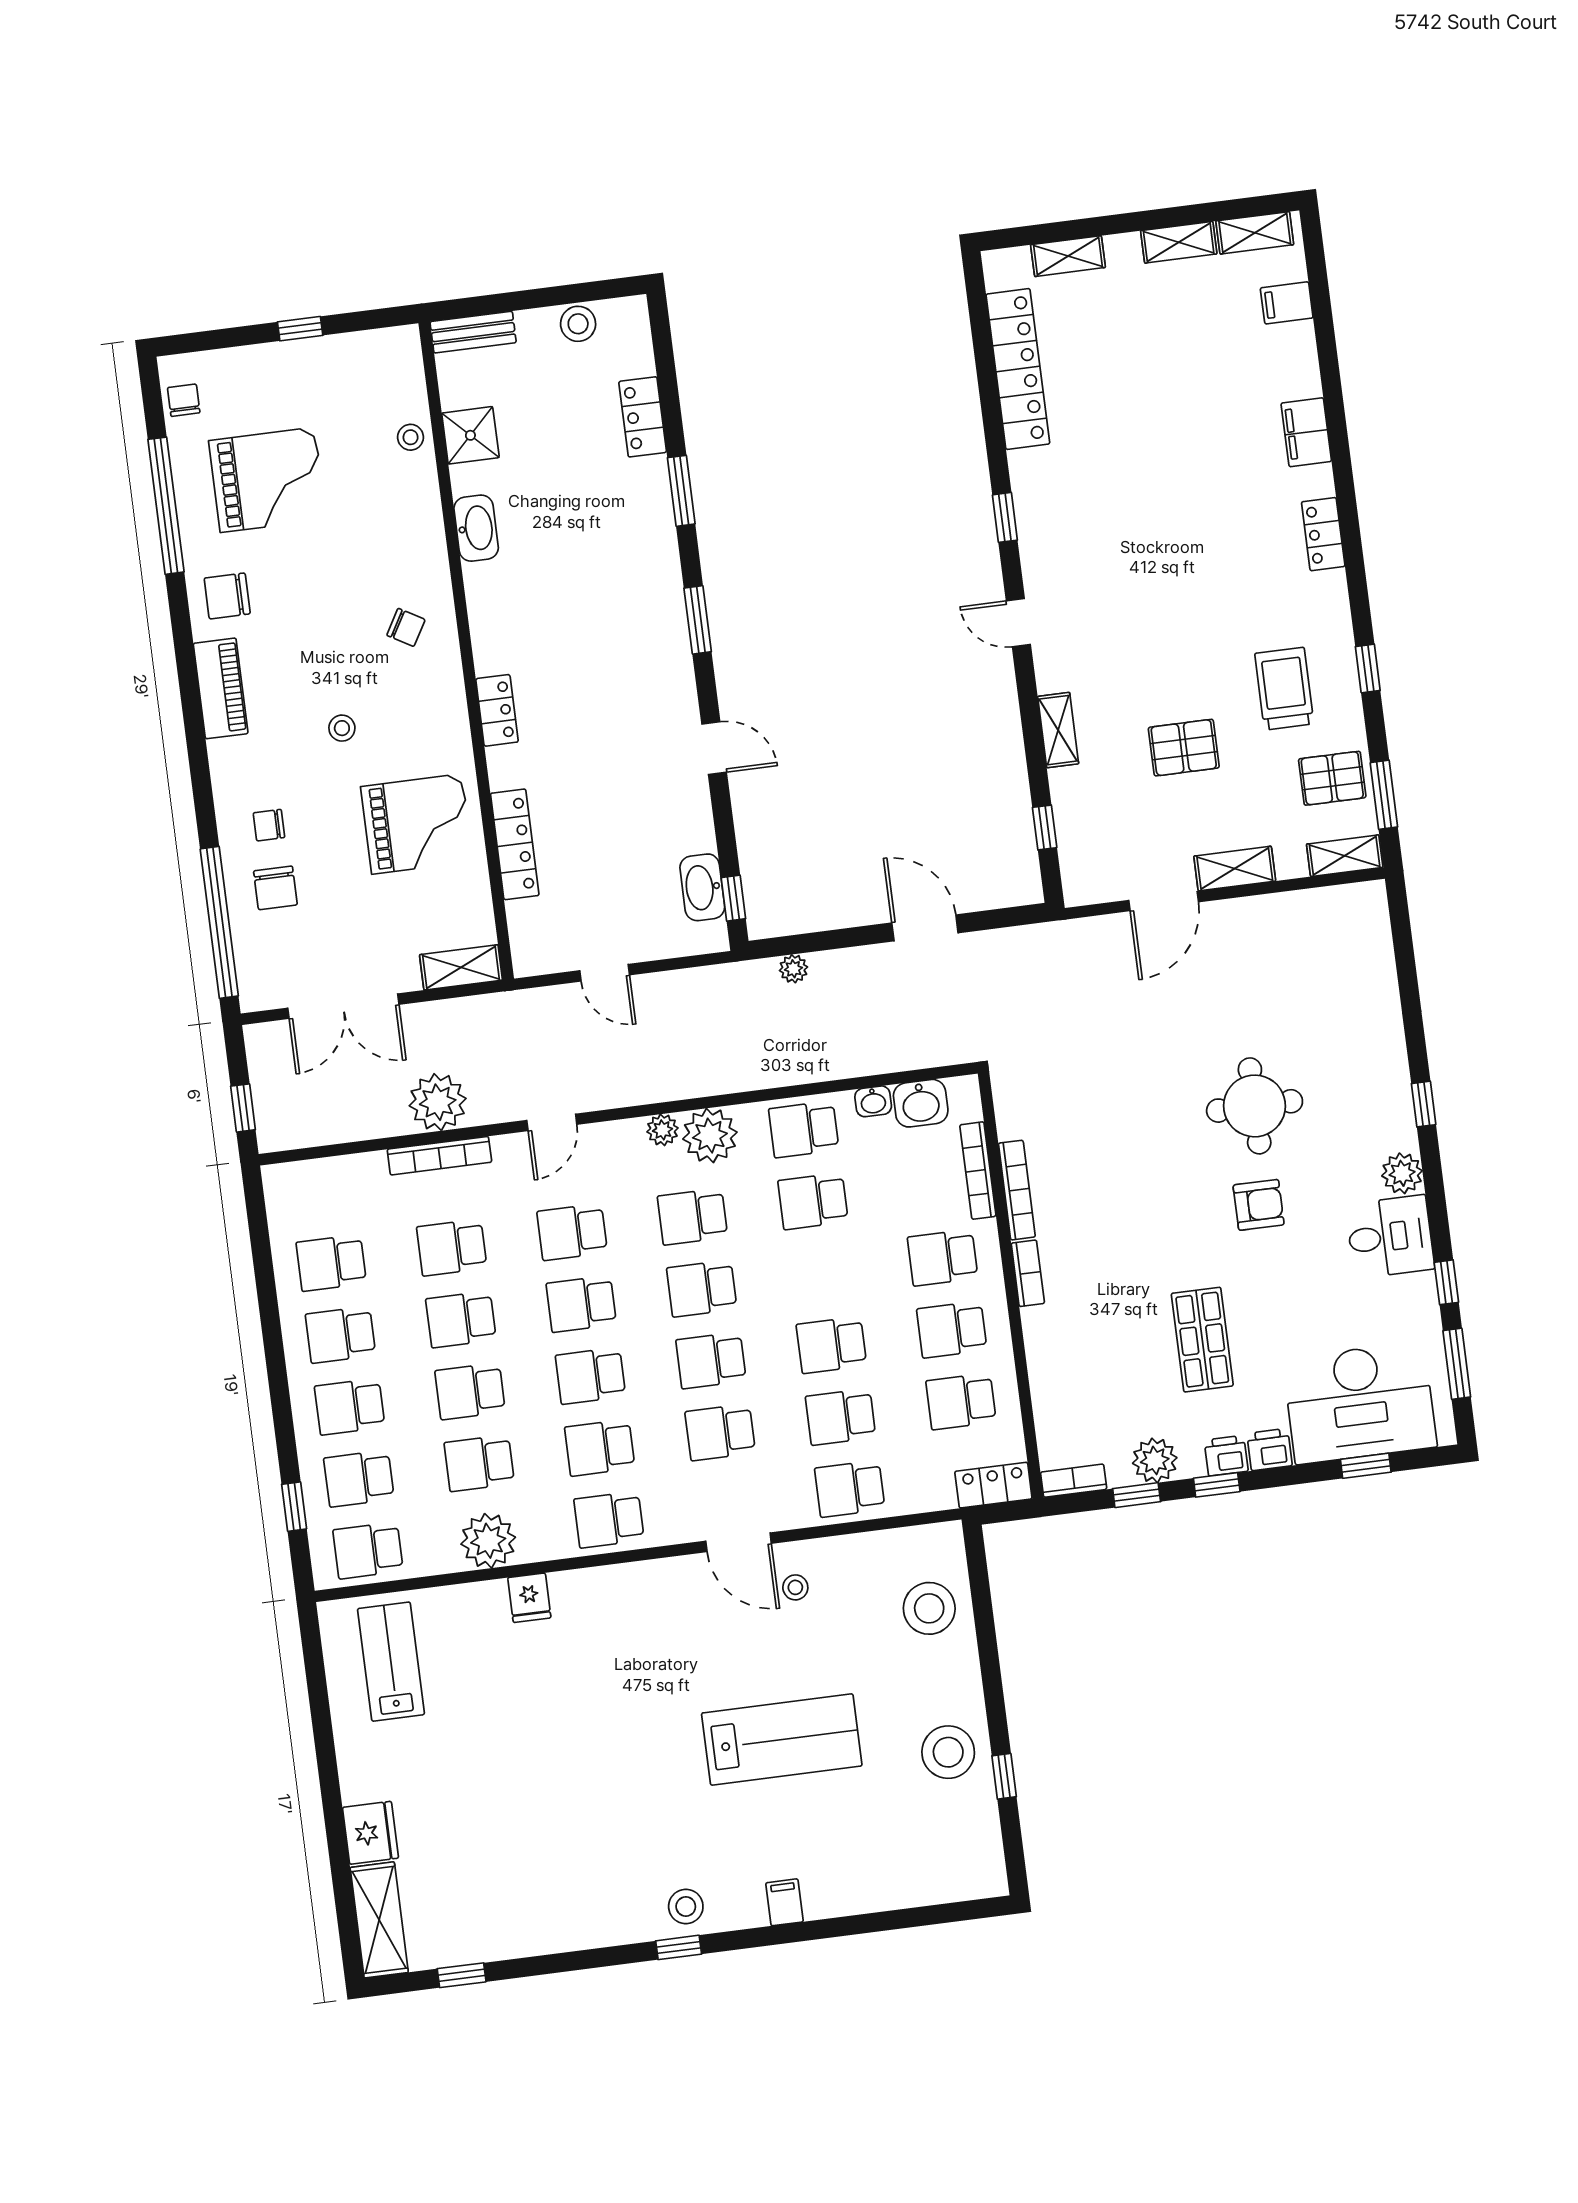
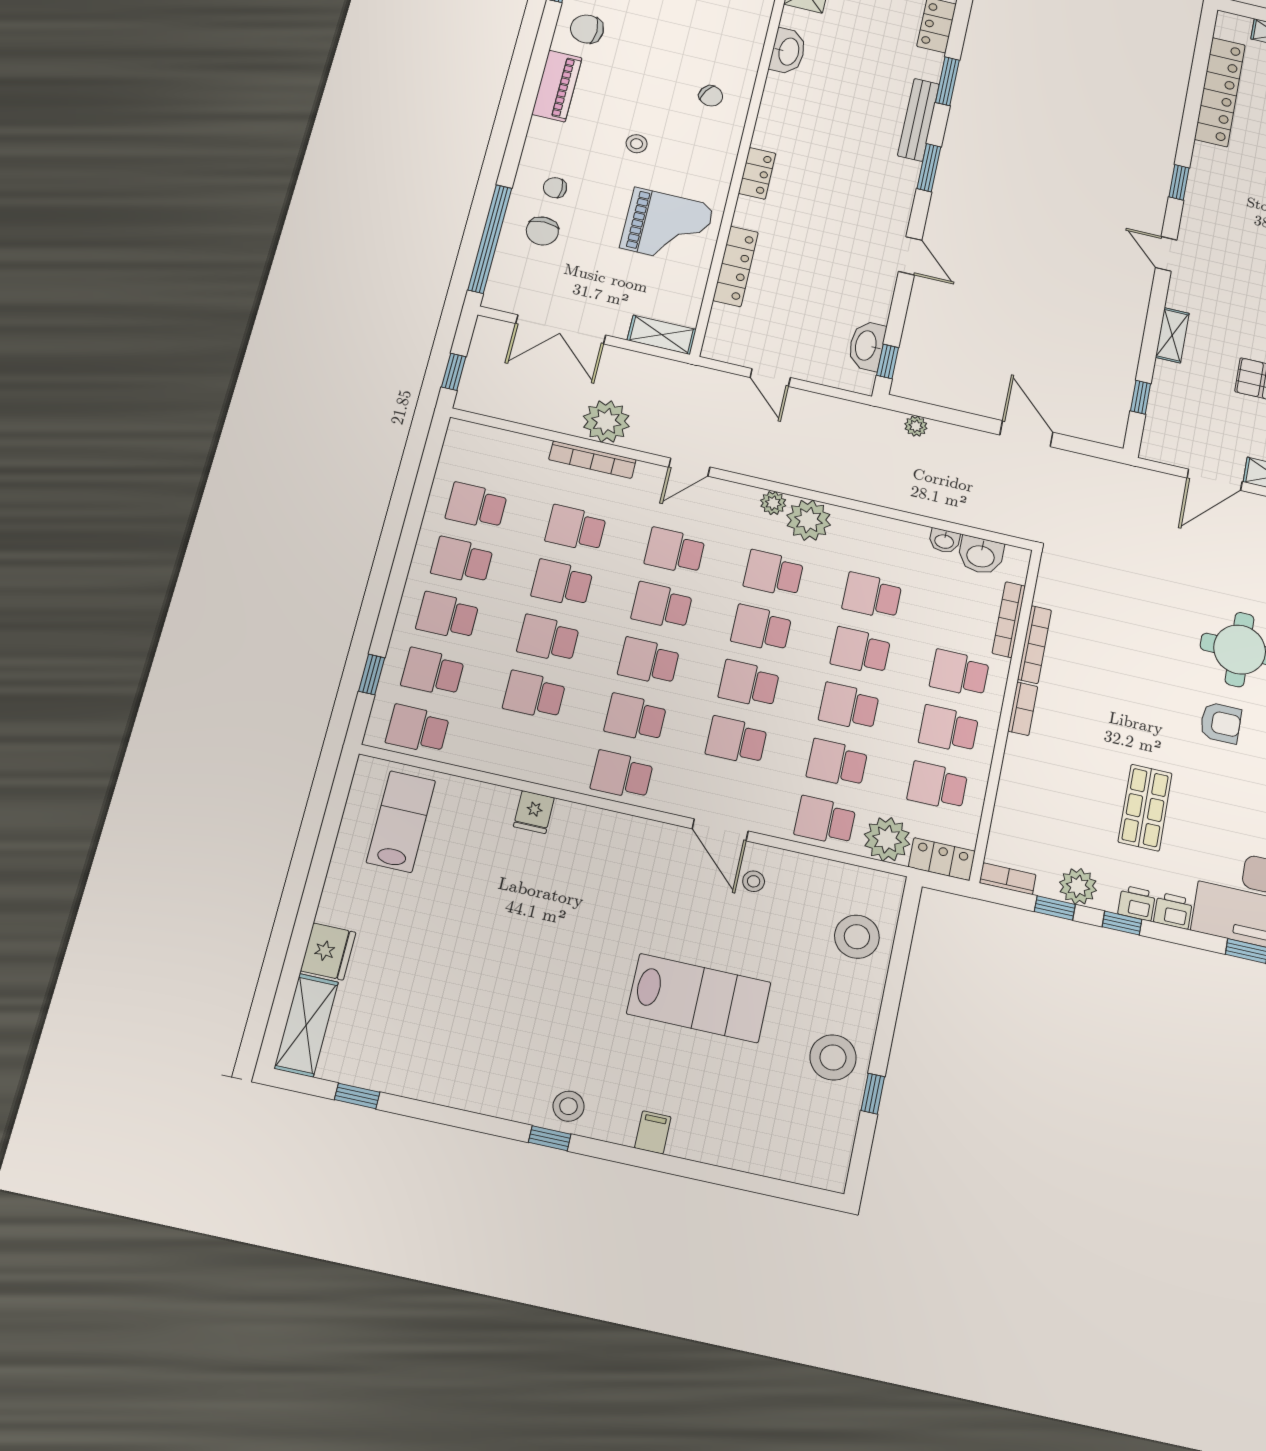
bench: (664, 559) -> (918, 120), added
school desk: (804, 1129) -> (860, 651), moved
plant: (488, 1541) -> (887, 839), moved

